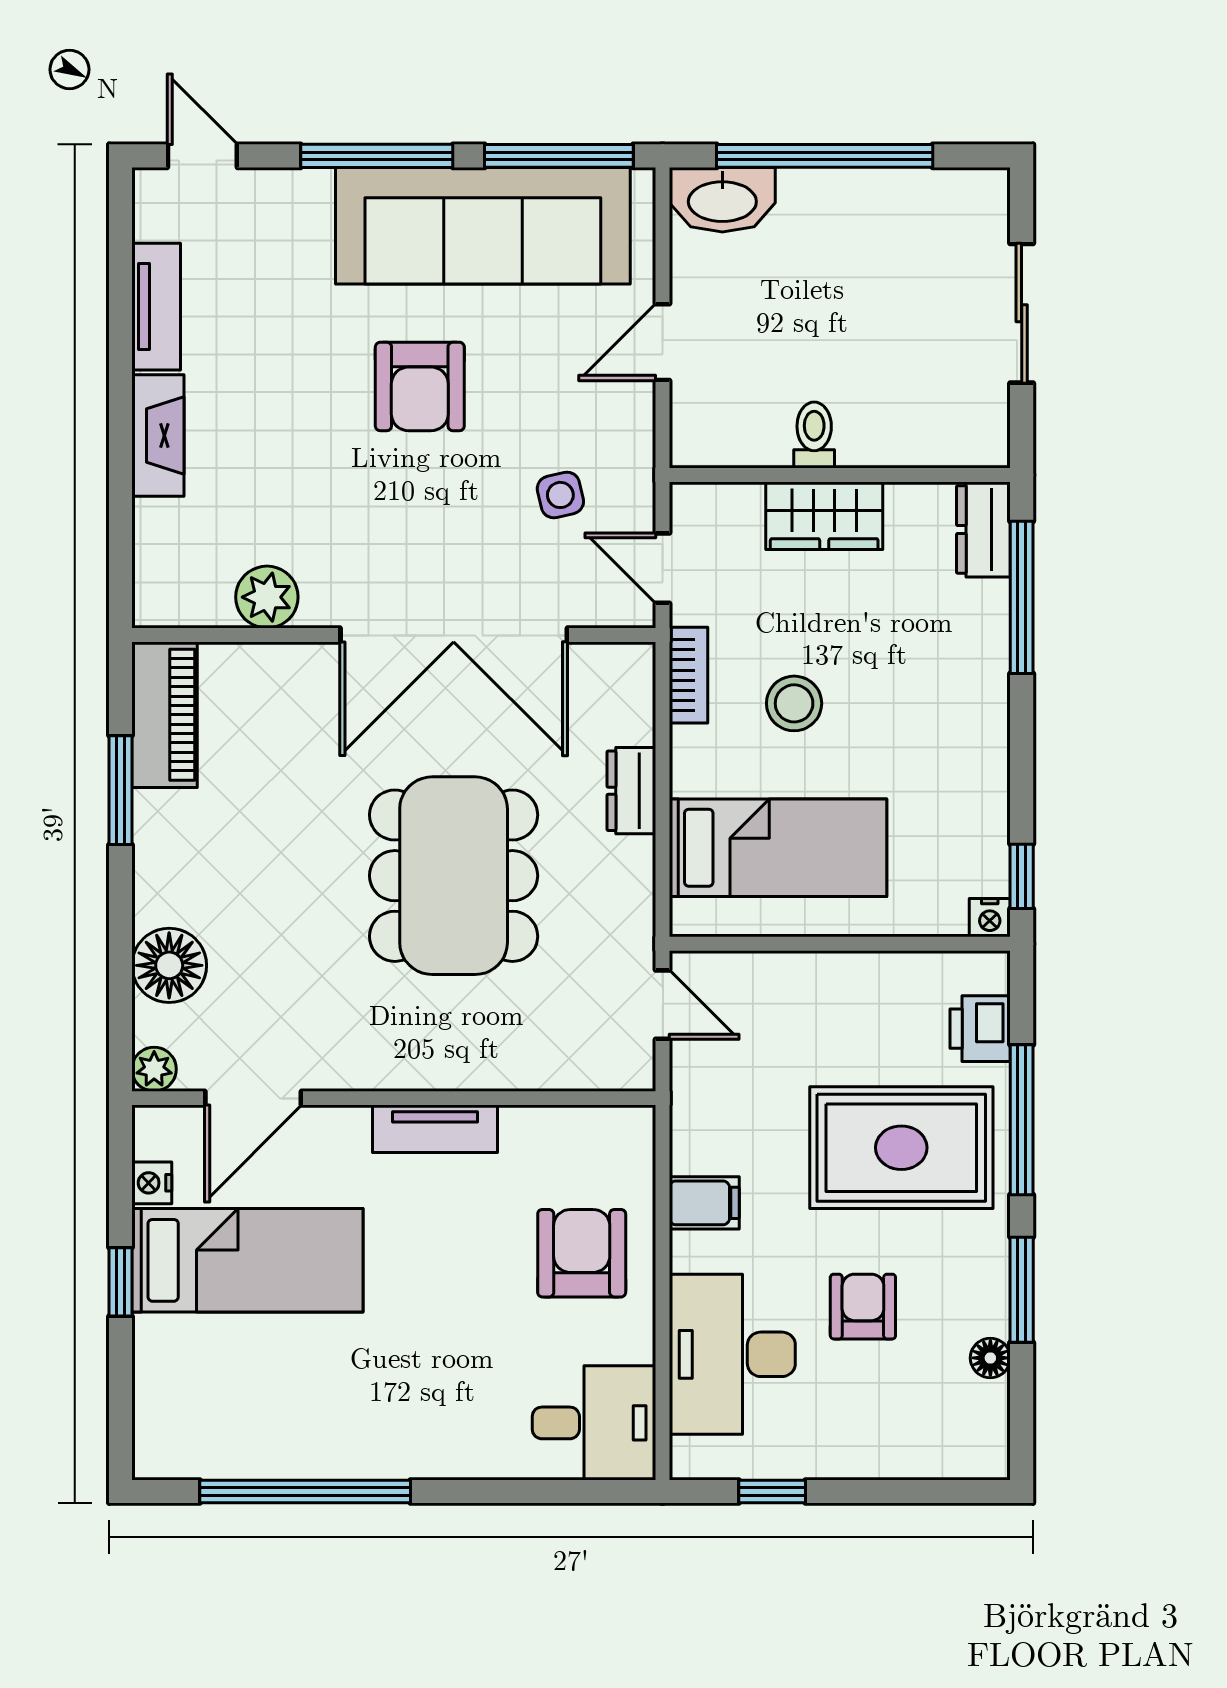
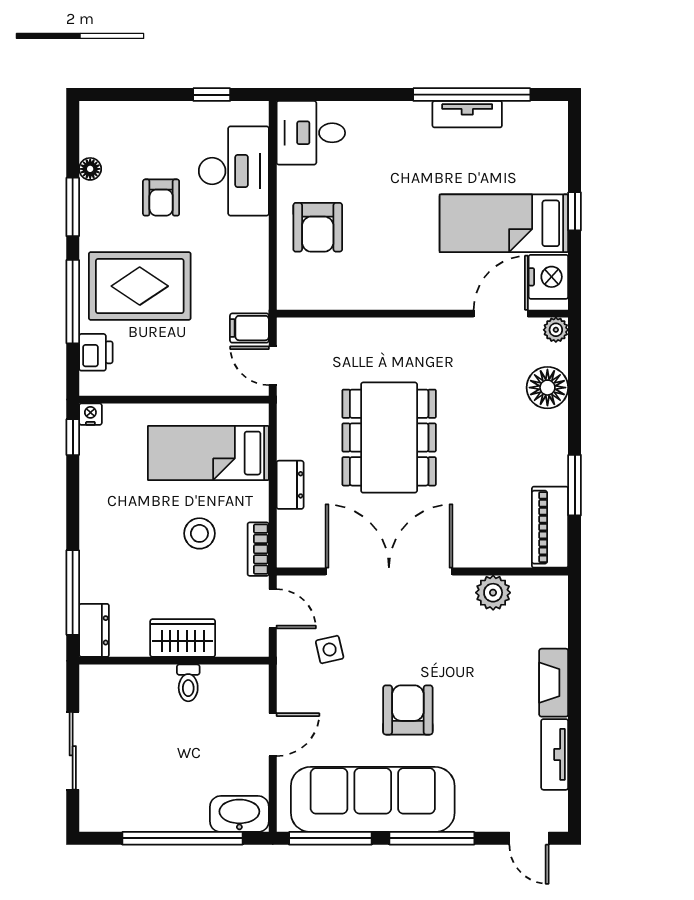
tv unit: (435, 1129) -> (467, 114), moved, turned 180
nightstand: (152, 1183) -> (548, 277), width x1.89, depth x1.79
filing cabinet: (704, 1203) -> (249, 328), moved

